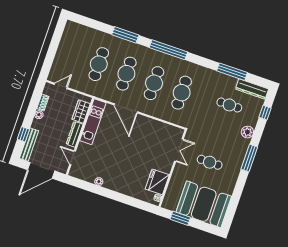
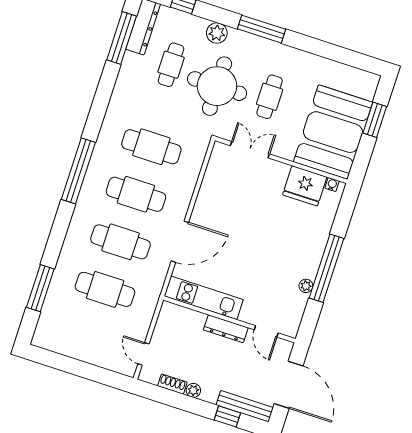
window: (125, 35) -> (40, 288), moved
window: (232, 72) -> (122, 38), moved
wardrobe: (81, 111) -> (187, 318), removed
round table: (216, 132) -> (217, 86), added
door: (73, 158) -> (266, 331), hinge flipped
window: (109, 194) -> (326, 268), added
booth: (204, 204) -> (333, 132), moved
window: (180, 218) -> (375, 120), moved

